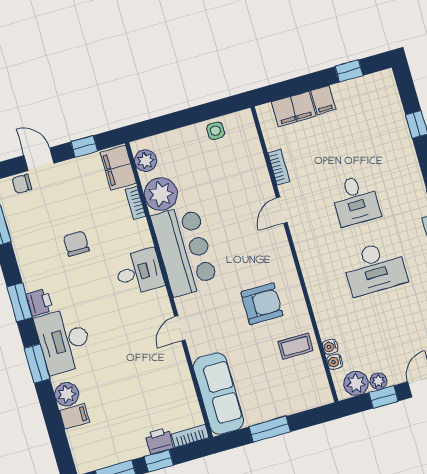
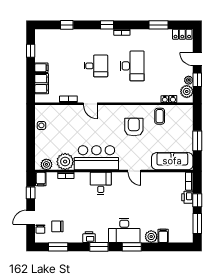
filing cabinet: (118, 168) -> (41, 179), width x0.50
chair: (76, 244) -> (57, 226), moved
printer: (39, 302) -> (89, 237), moved

